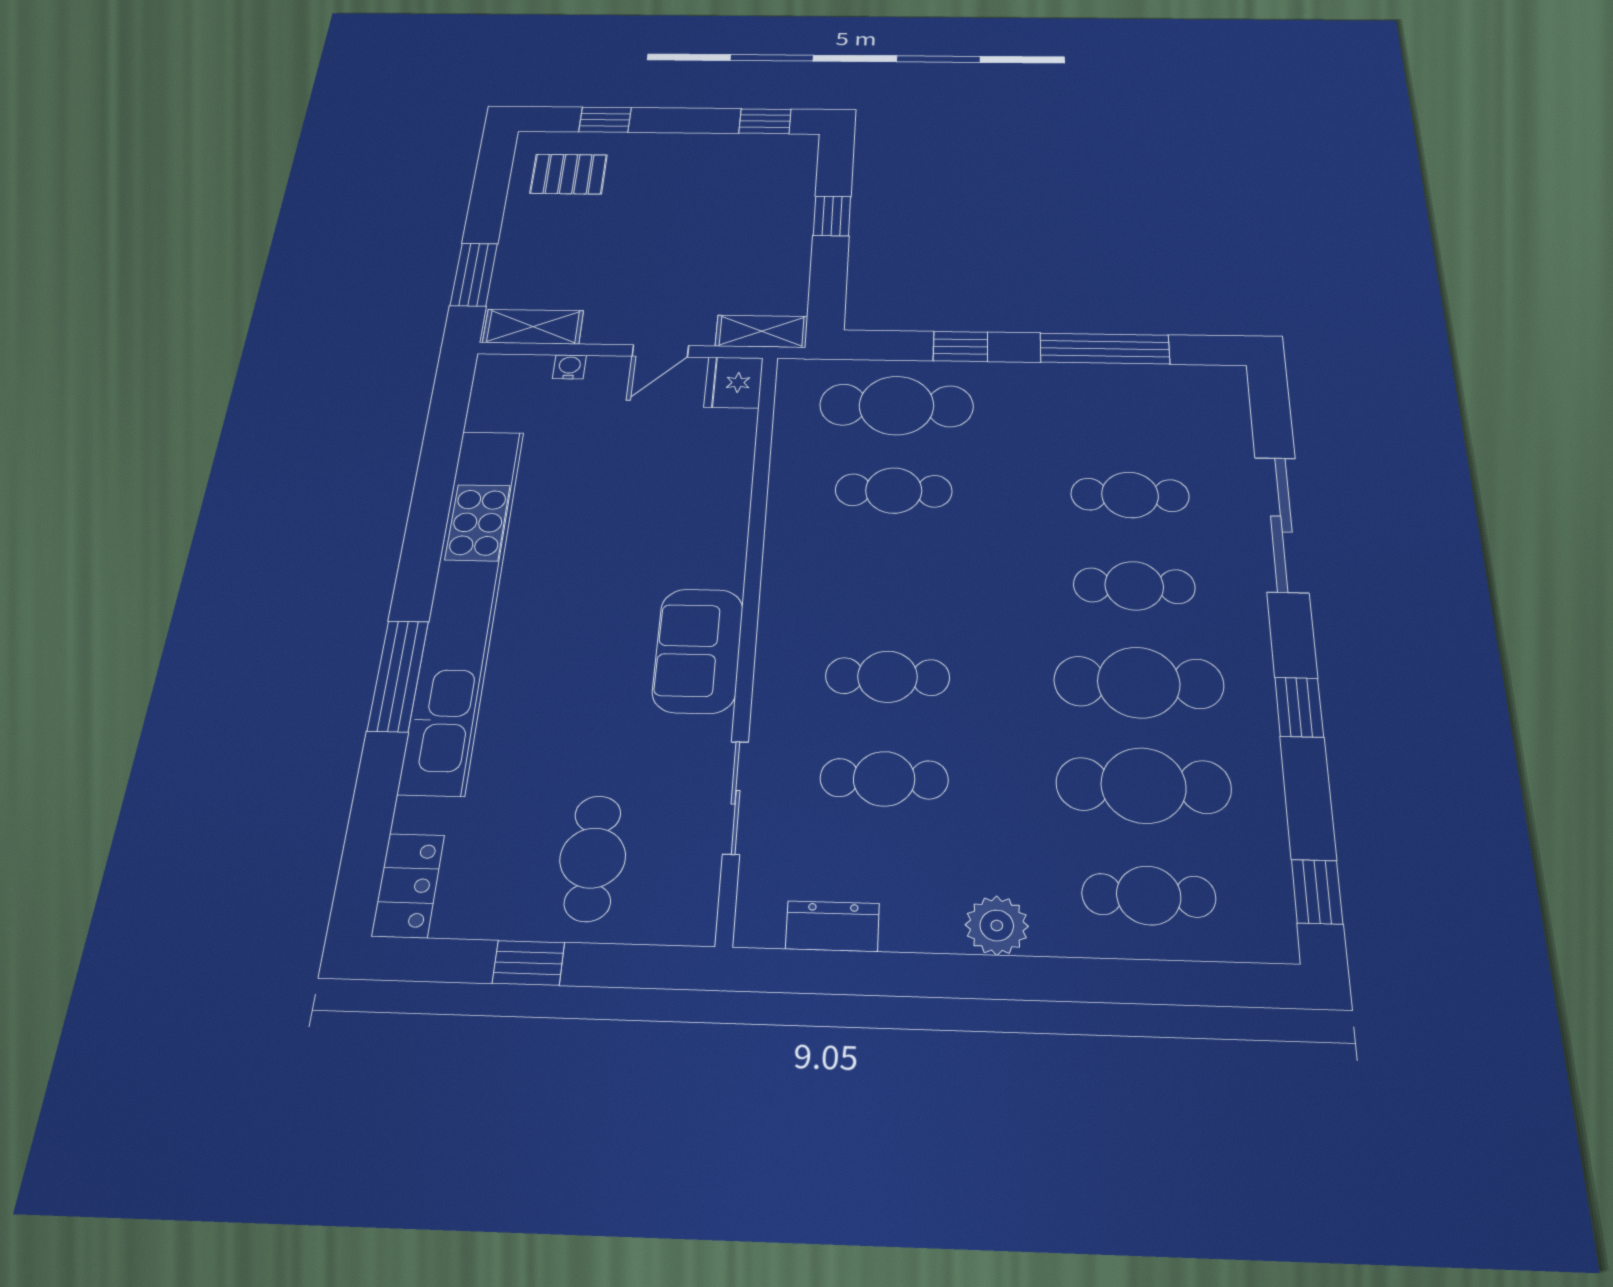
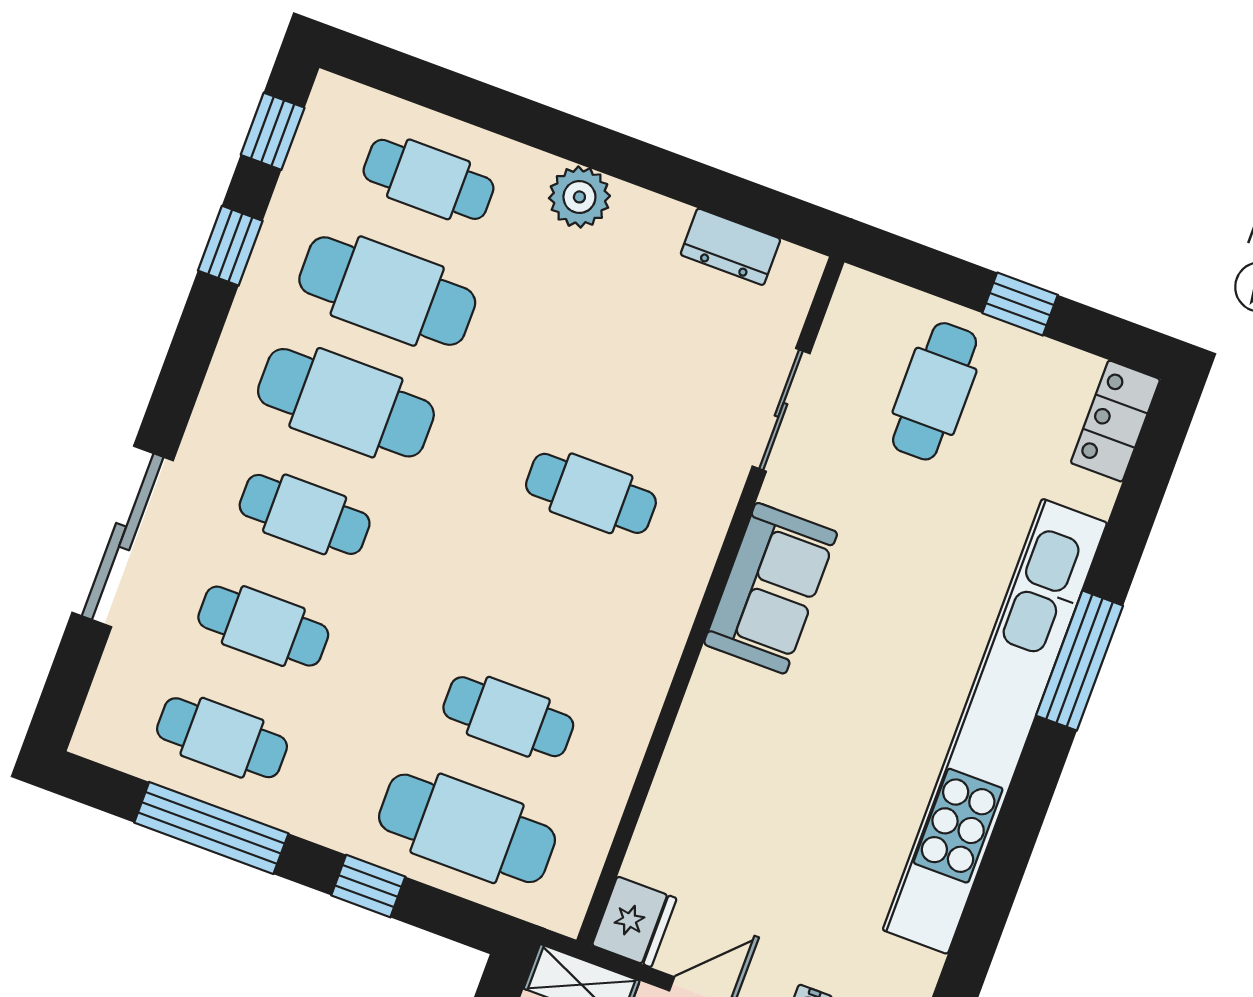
window: (1299, 707) -> (230, 246), moved
cafe table: (884, 779) -> (222, 738), moved

